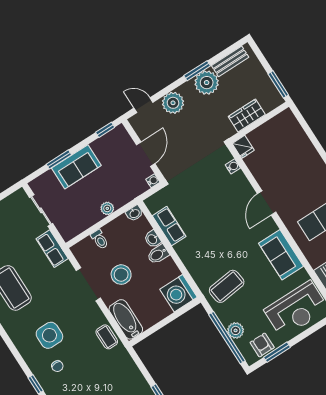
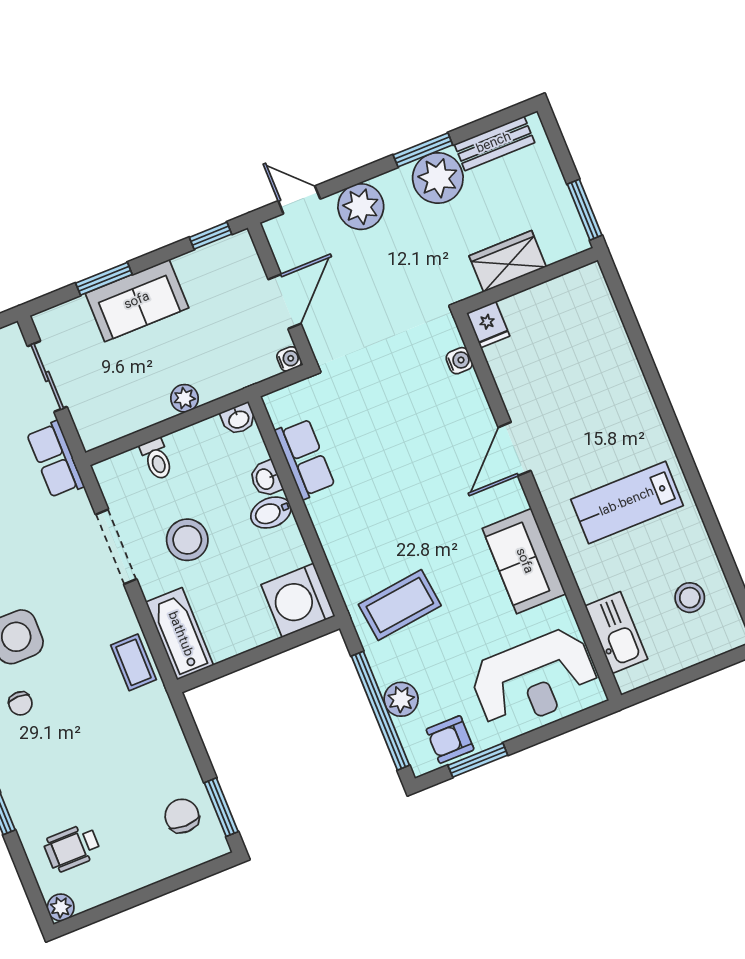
armchair: (262, 345) -> (450, 740), turned -90

